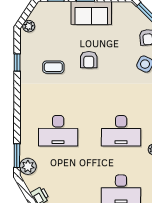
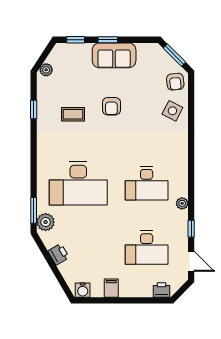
desk: (58, 131) -> (78, 183), width x1.36, depth x1.30

